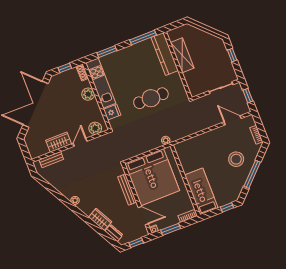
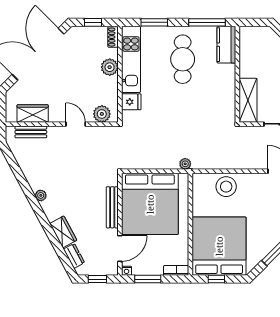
kitchen counter: (165, 54) -> (226, 45), width x0.67
shelving: (182, 55) -> (248, 100), moved
cafe table: (151, 98) -> (183, 59), moved, turned 90
wardrobe: (59, 142) -> (33, 114), moved
door: (80, 142) -> (76, 124), hinge flipped
stool: (236, 159) -> (226, 187), moved
bed: (201, 191) -> (219, 246), width x2.04
window: (227, 207) -> (216, 279), moved
door: (143, 216) -> (120, 248), hinge flipped

